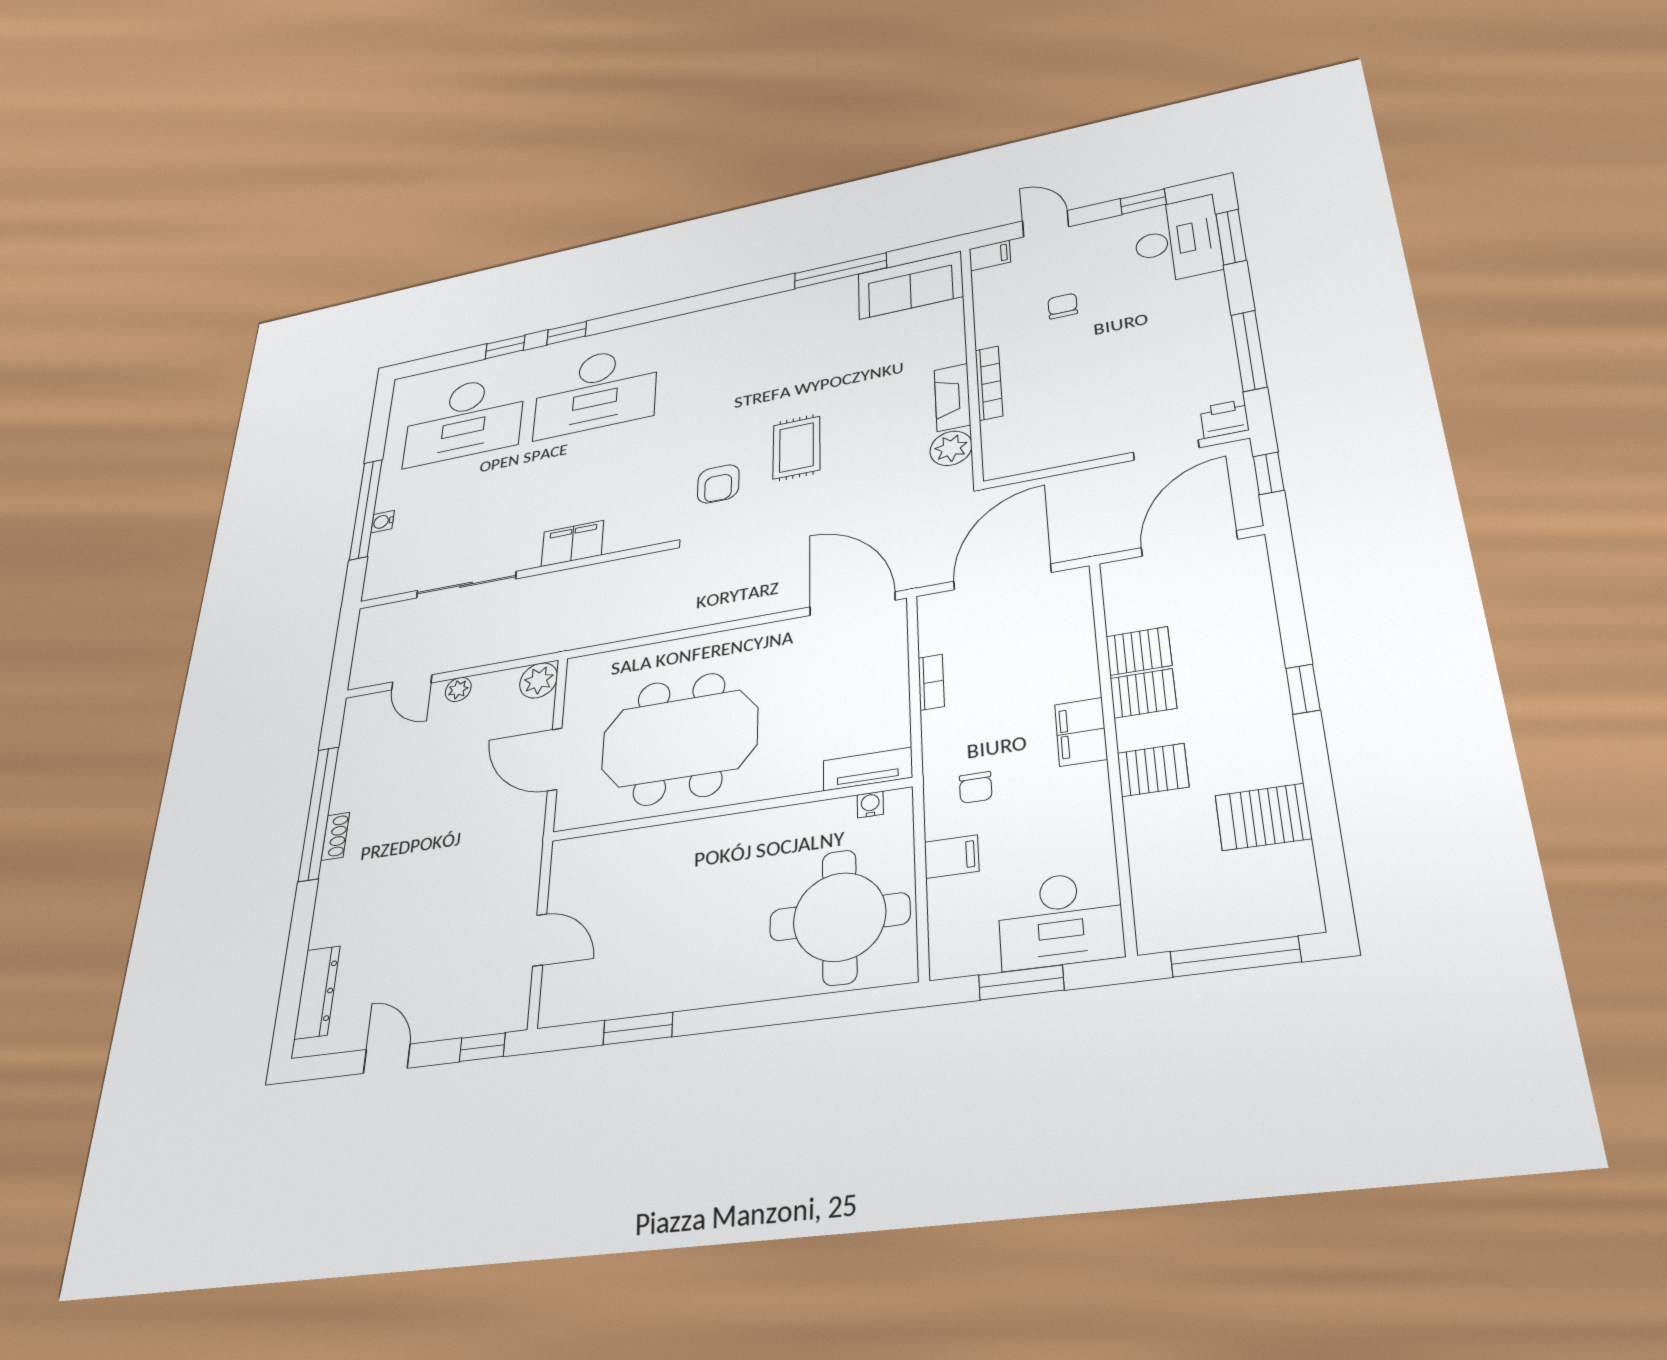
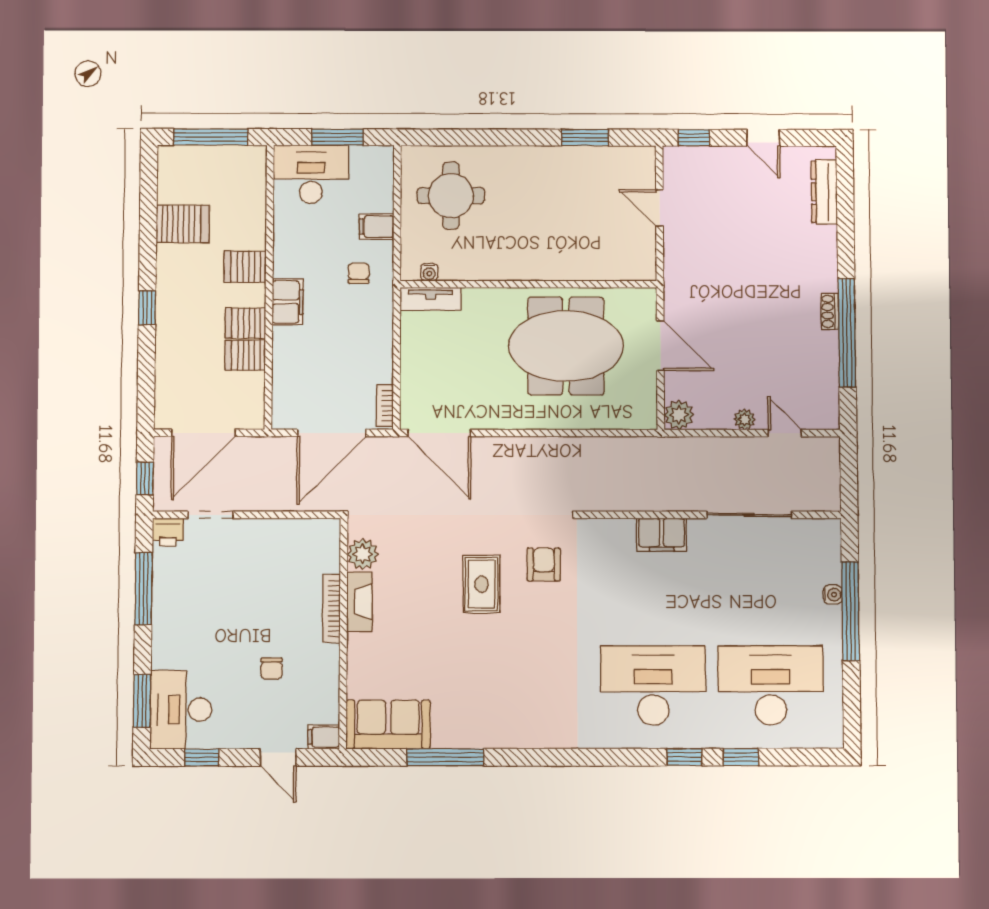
bookcase: (931, 682) -> (385, 406), moved
round table: (839, 917) -> (451, 196), width x0.73, depth x0.73

